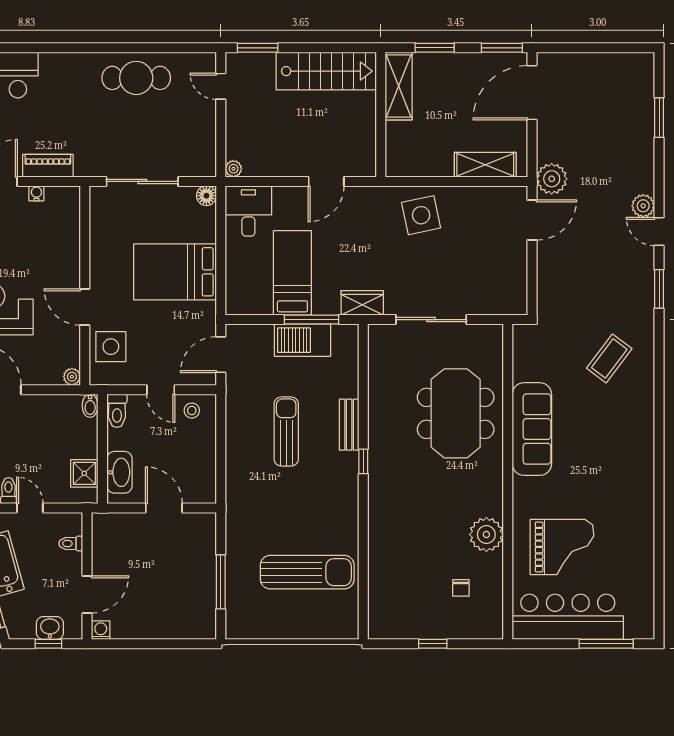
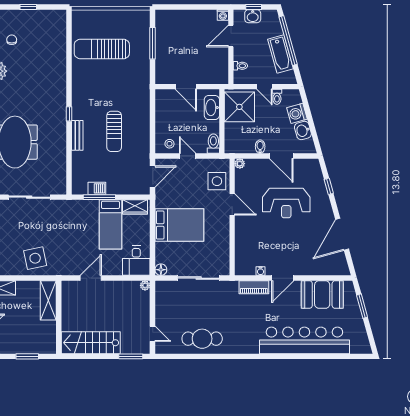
shelving: (399, 86) -> (48, 300), moved
wardrobe: (362, 303) -> (135, 207), moved
barbecue: (302, 340) -> (97, 188), width x0.53, depth x0.65
bidet: (90, 406) -> (260, 147), moved
shower: (84, 473) -> (239, 107), width x1.86, depth x1.86

